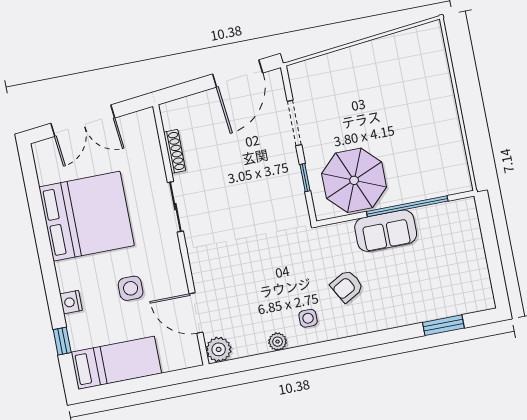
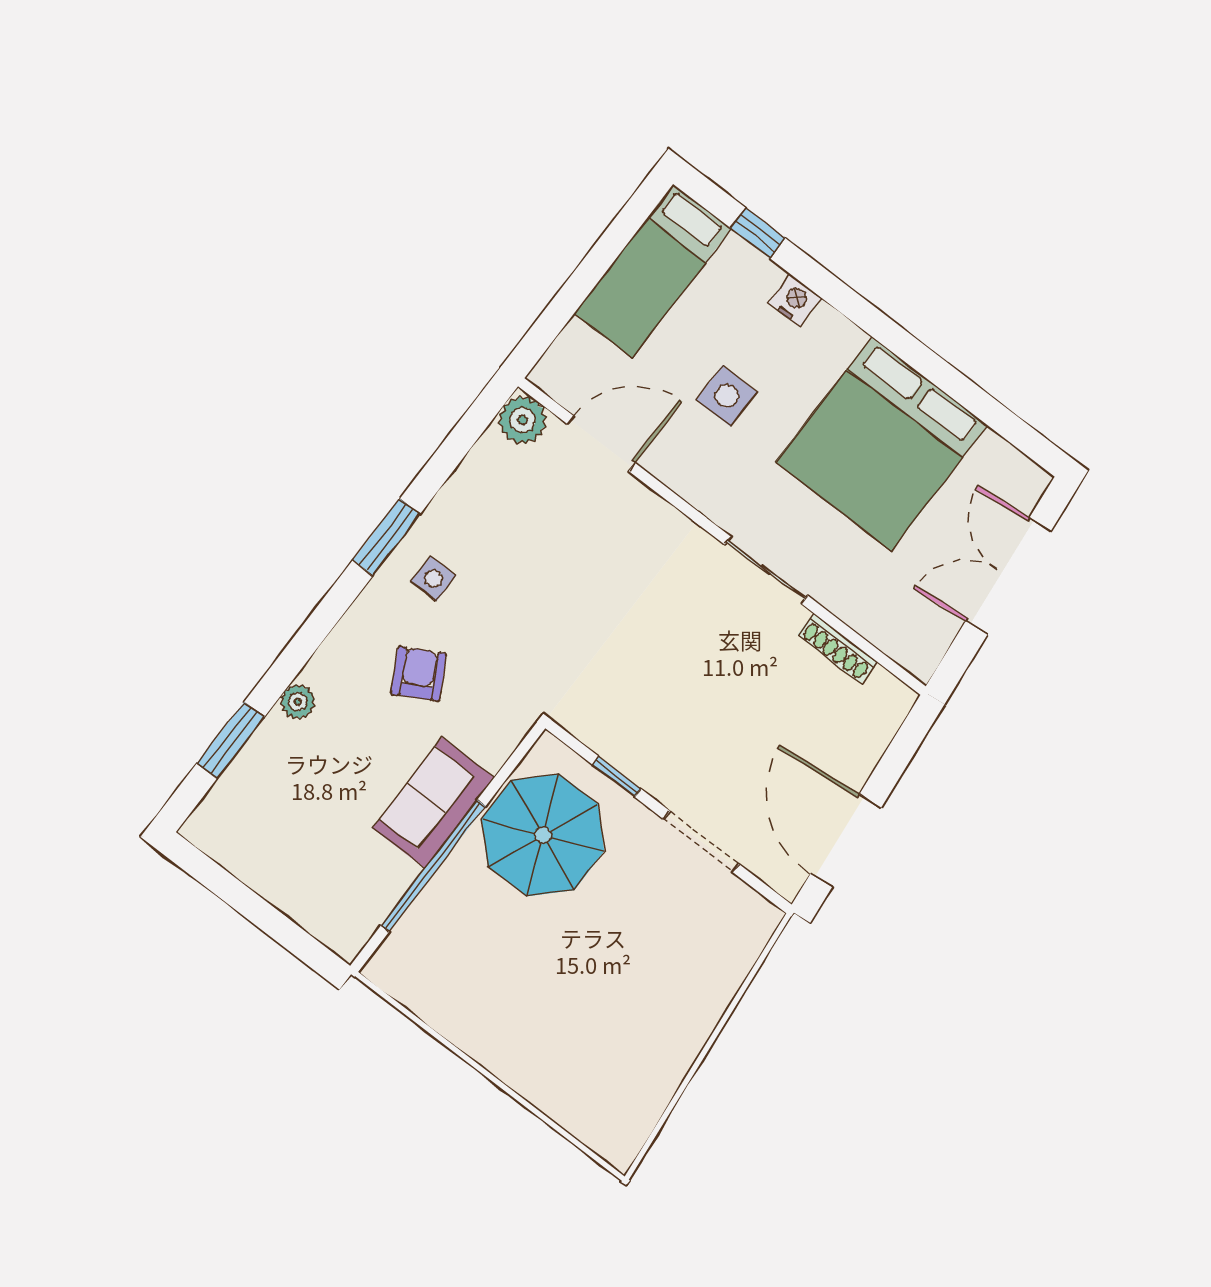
plant: (278, 342) -> (298, 702), moved
window: (312, 351) -> (386, 537), added

